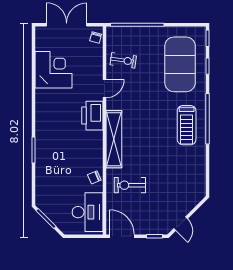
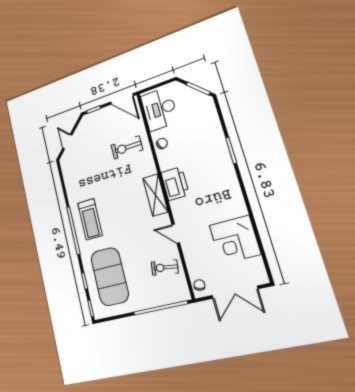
door: (104, 89) -> (176, 234), hinge flipped
printer: (92, 116) -> (175, 184), moved
treadmill: (187, 125) -> (90, 219), turned 180
shelving: (114, 139) -> (155, 195), width x0.68
exercise bike: (130, 185) -> (127, 147), turned 180
door: (181, 224) -> (67, 142), moved

